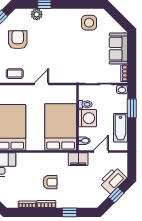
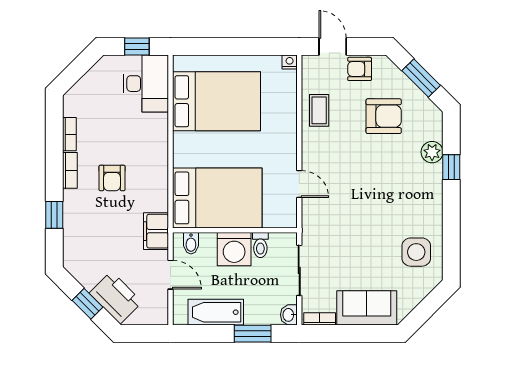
door: (41, 84) -> (299, 184), moved

